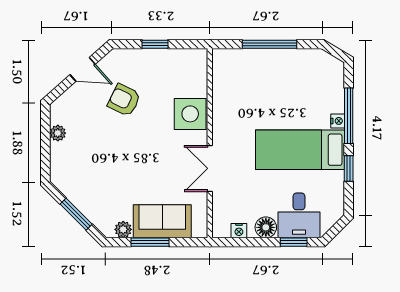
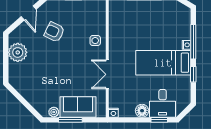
door: (83, 69) -> (29, 13), hinge flipped
side table: (190, 114) -> (95, 41), width x0.54, depth x0.54
plant: (58, 133) -> (18, 52), width x1.88, depth x1.88
window: (76, 214) -> (25, 103), removed
nightstand: (239, 231) -> (113, 113), moved

